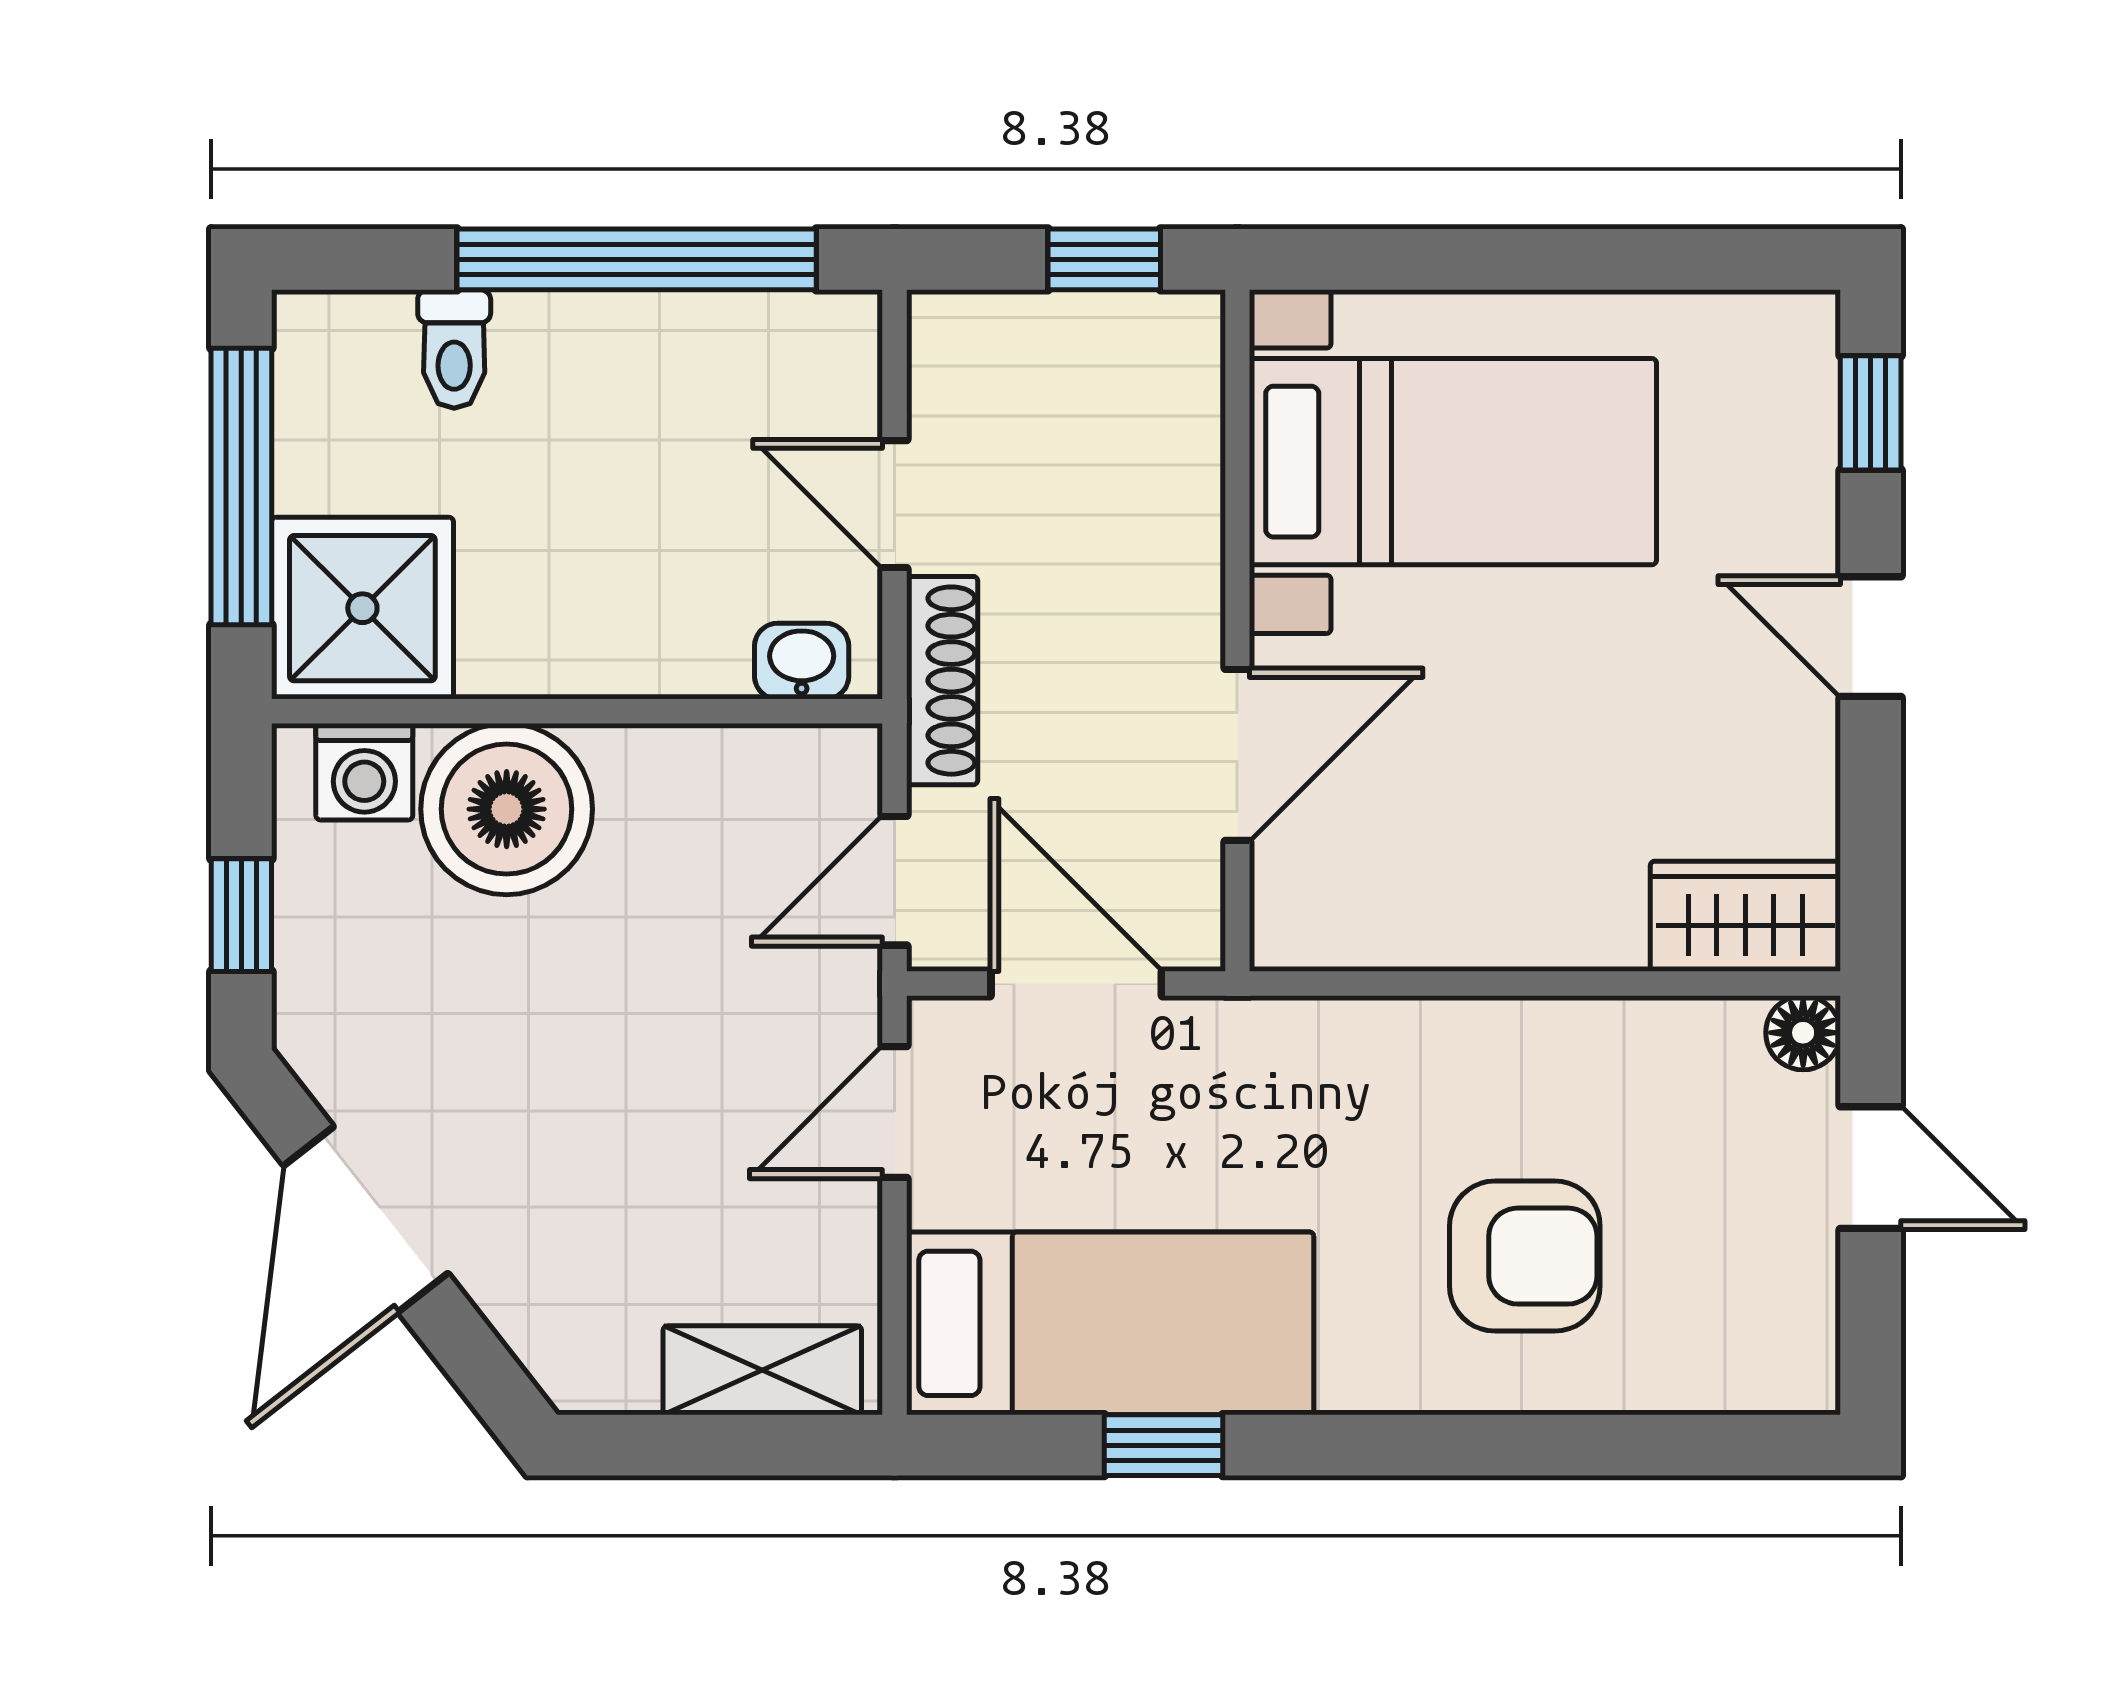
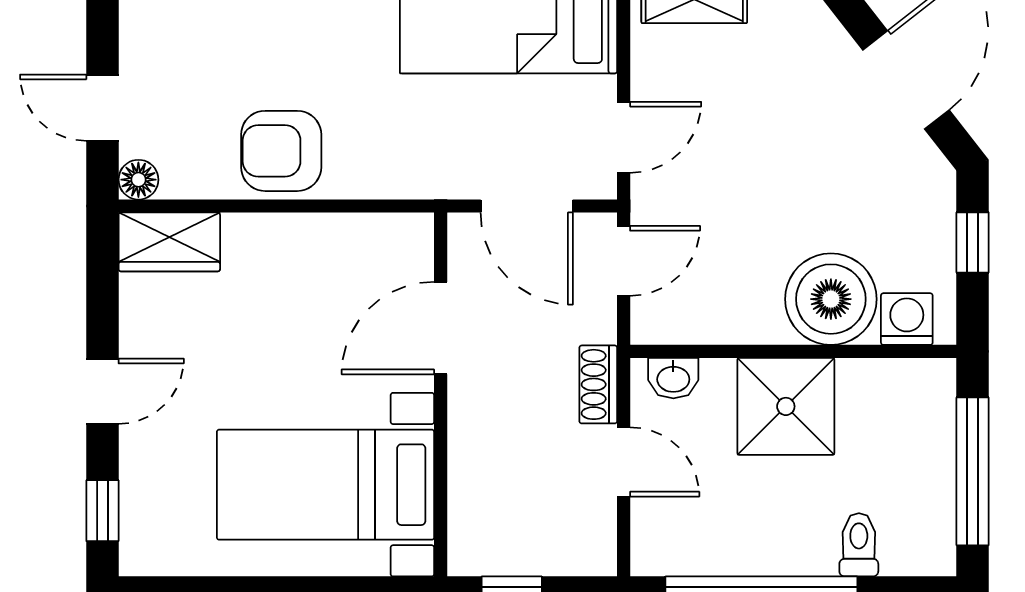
shower: (362, 608) -> (786, 406), moved
door: (1871, 637) -> (102, 391), hinge flipped
shoe rack: (942, 681) -> (598, 384), width x0.70
armchair: (1525, 1256) -> (281, 151), moved

